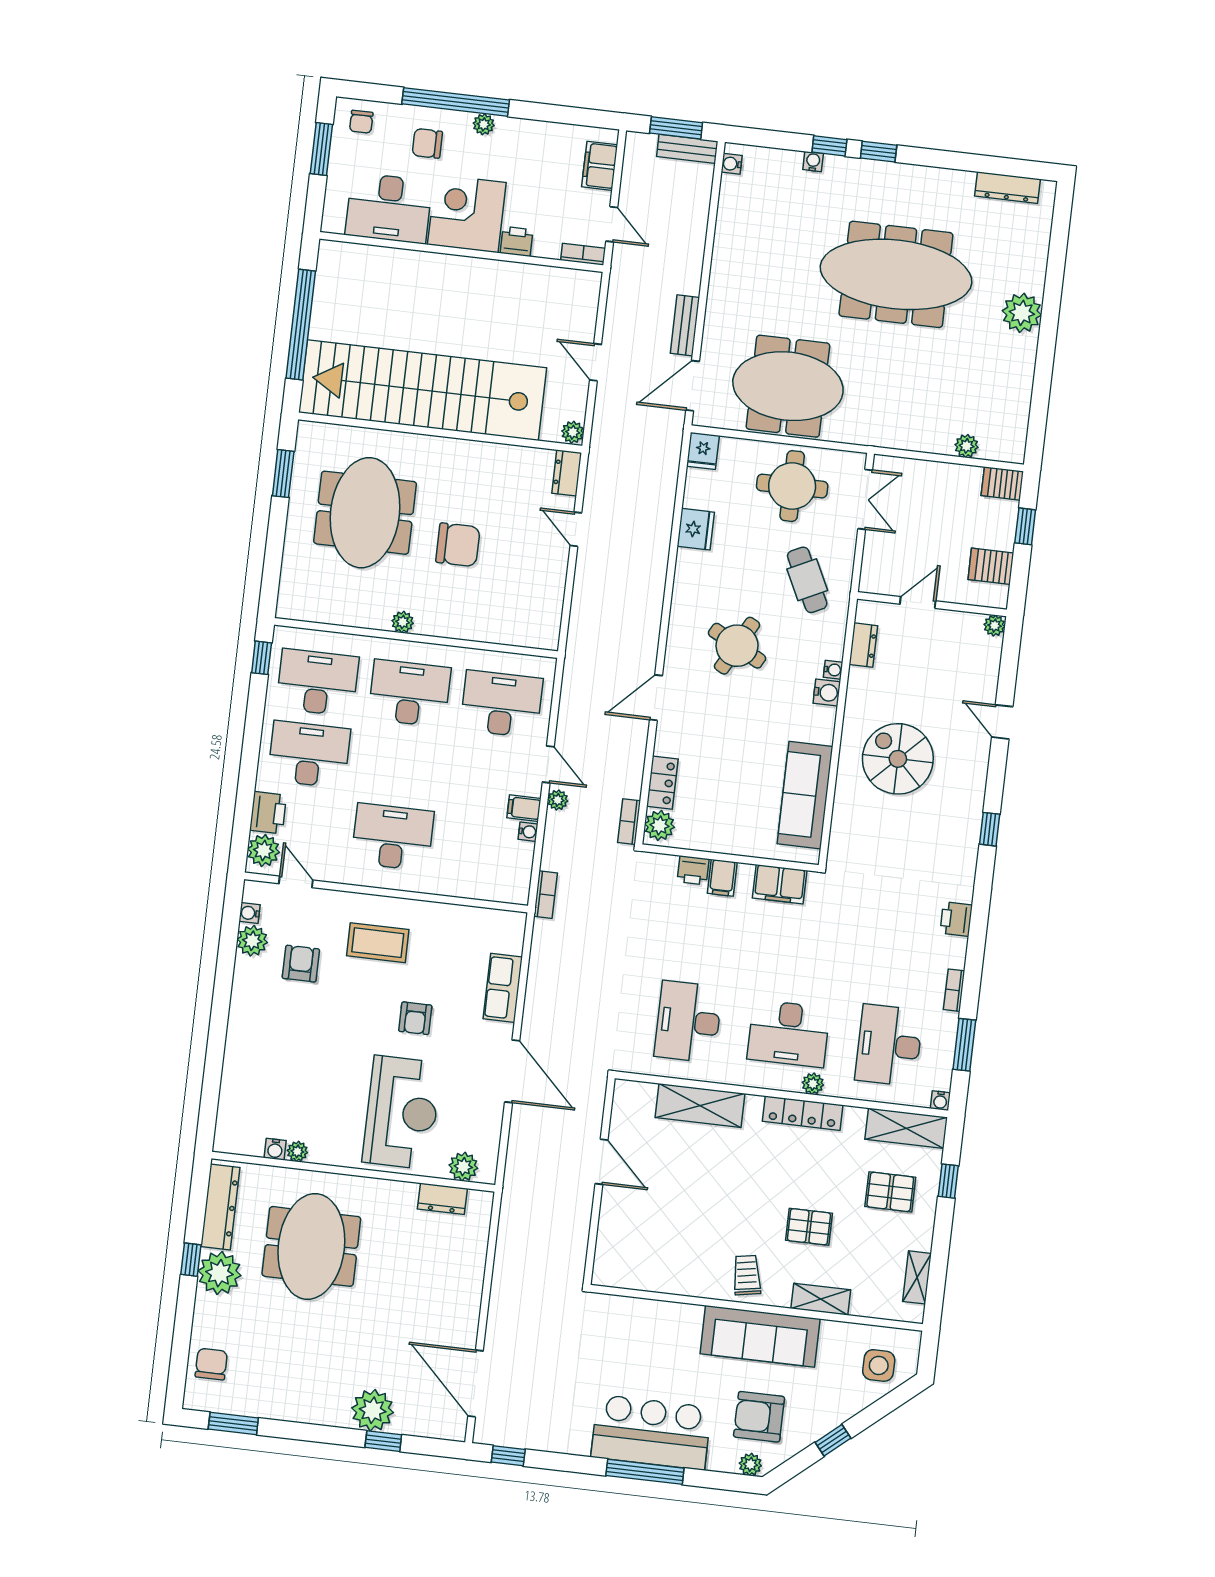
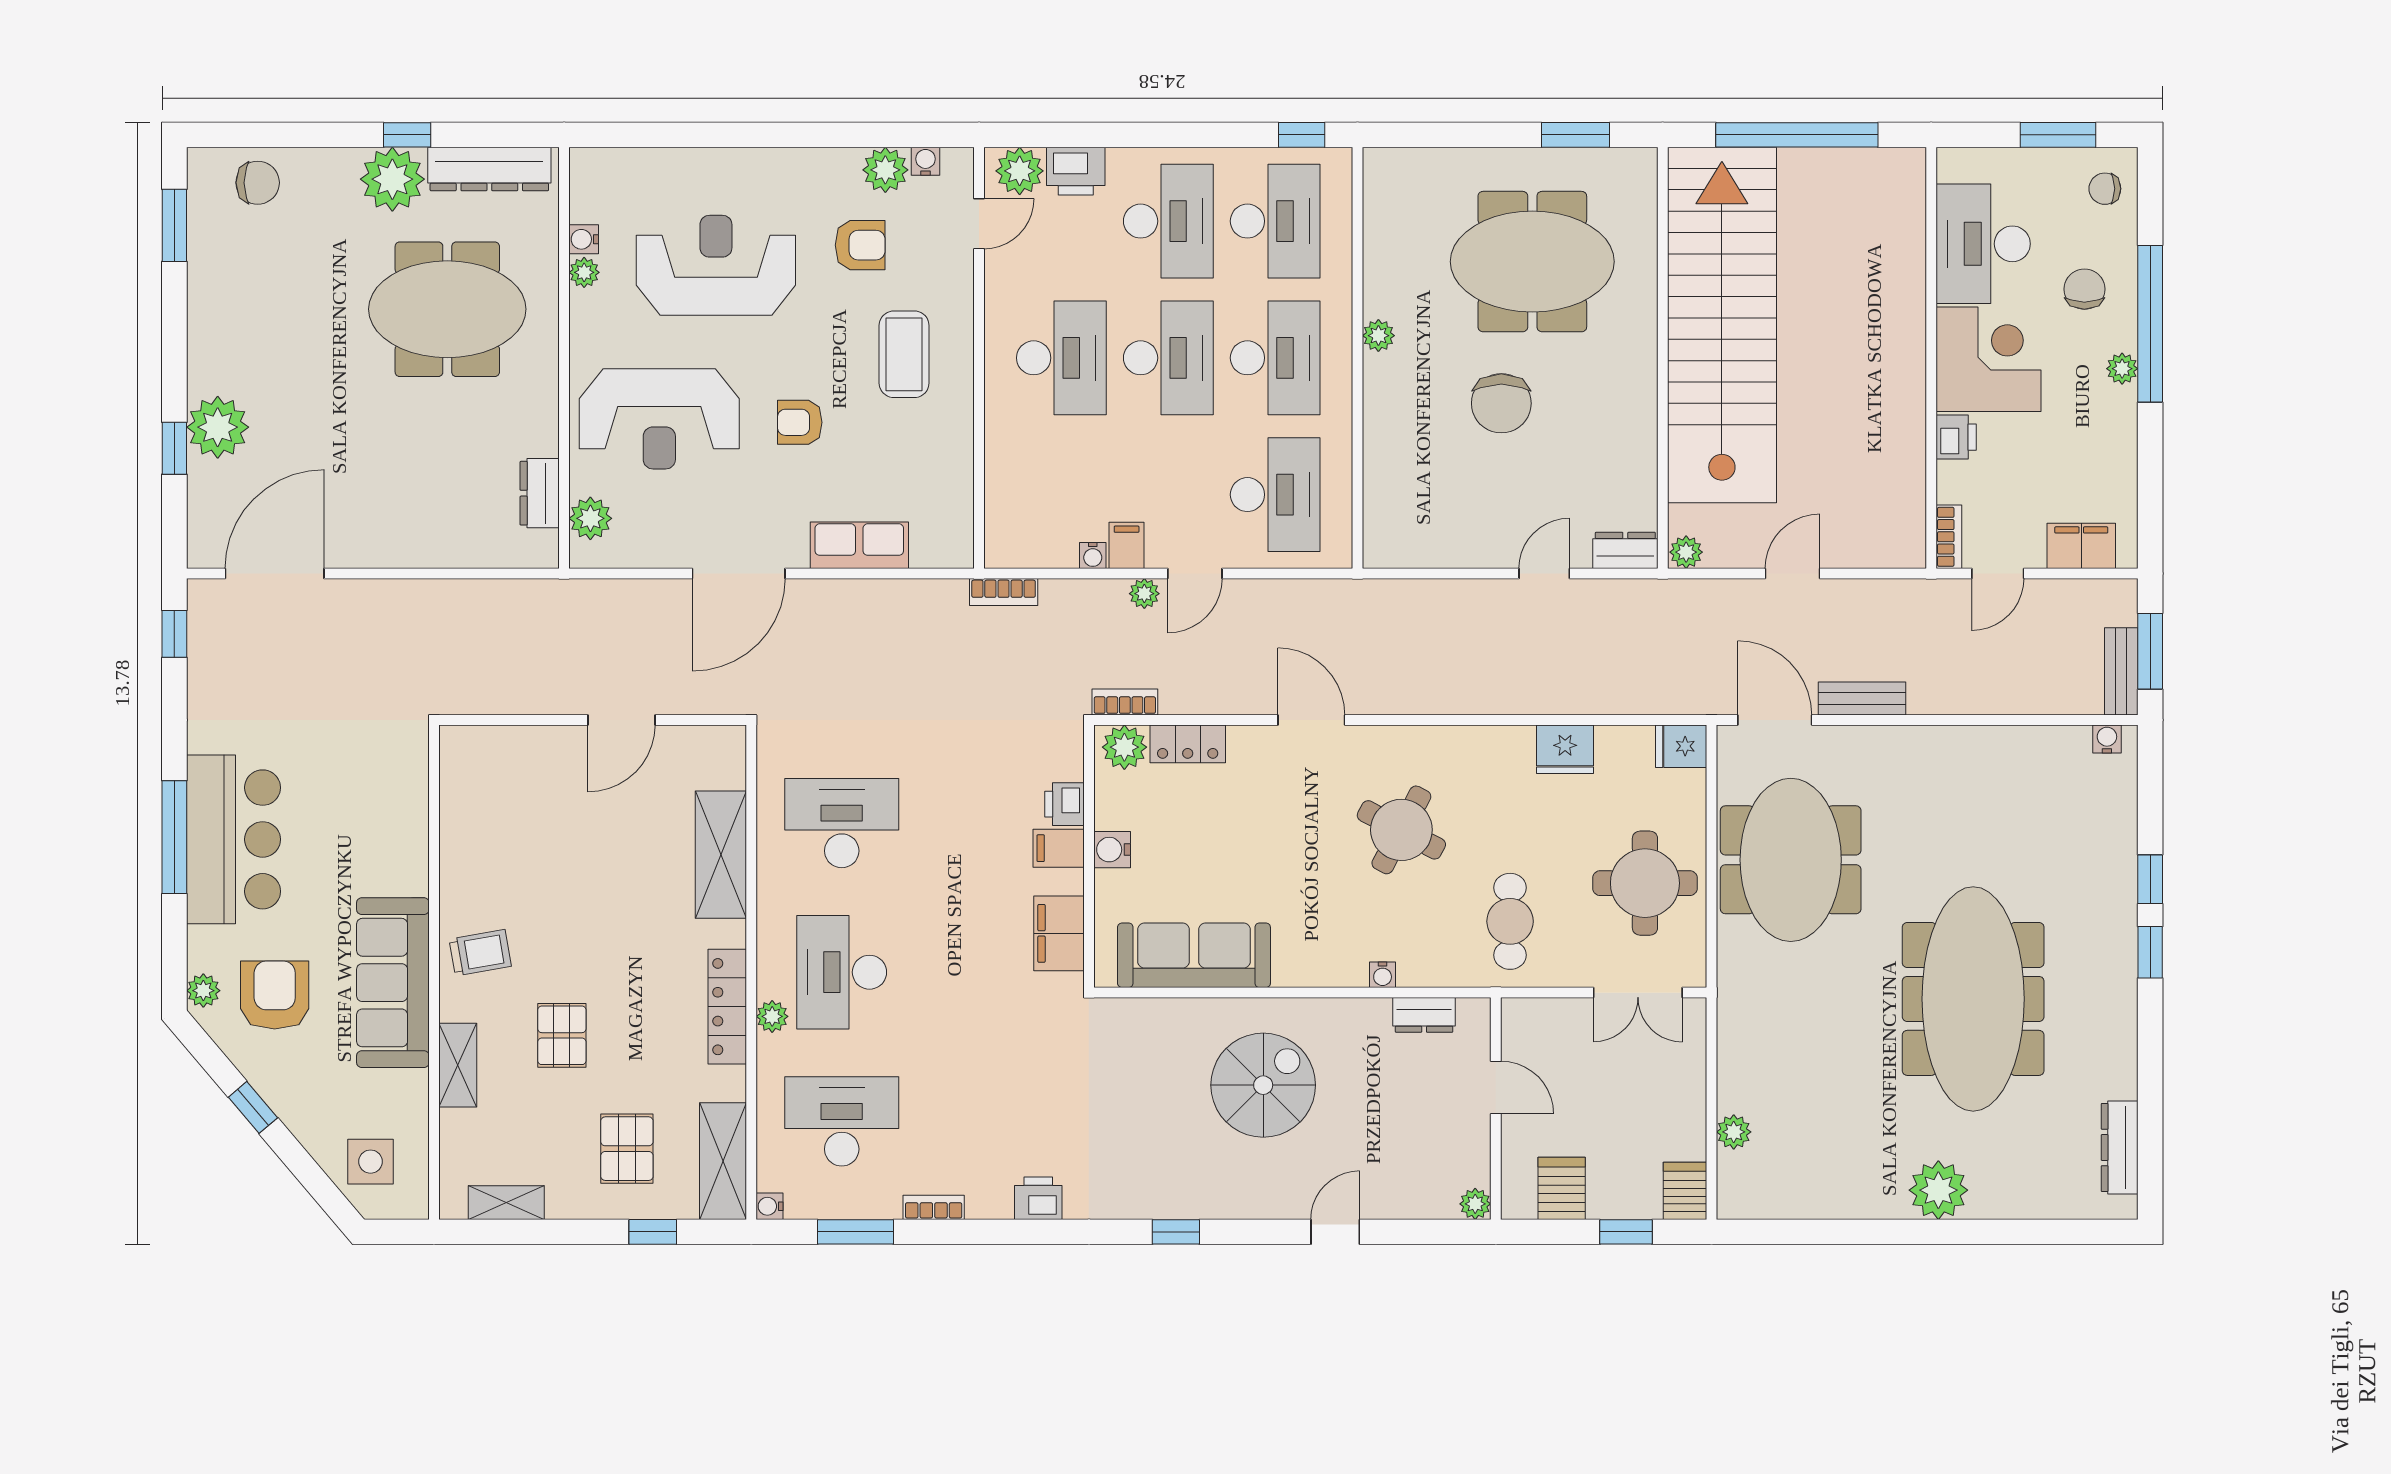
water cooler: (813, 162) -> (2124, 858), removed
cafe table: (807, 580) -> (1510, 921), turned -64
water cooler: (827, 693) -> (1112, 850), moved, turned 90
desk: (401, 765) -> (1168, 358), added
reception desk: (303, 1062) -> (716, 265), added

